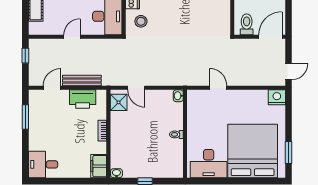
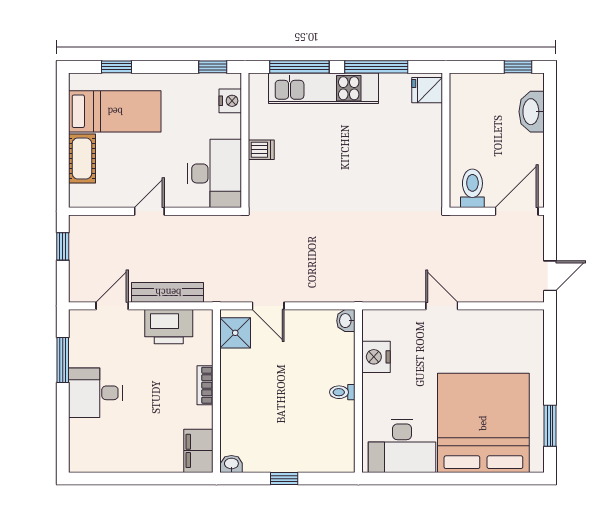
stool: (141, 21) -> (277, 183), removed
door: (218, 88) -> (442, 306), moved
nightstand: (277, 97) -> (376, 357), moved, turned -90
desk: (43, 164) -> (95, 393), moved

